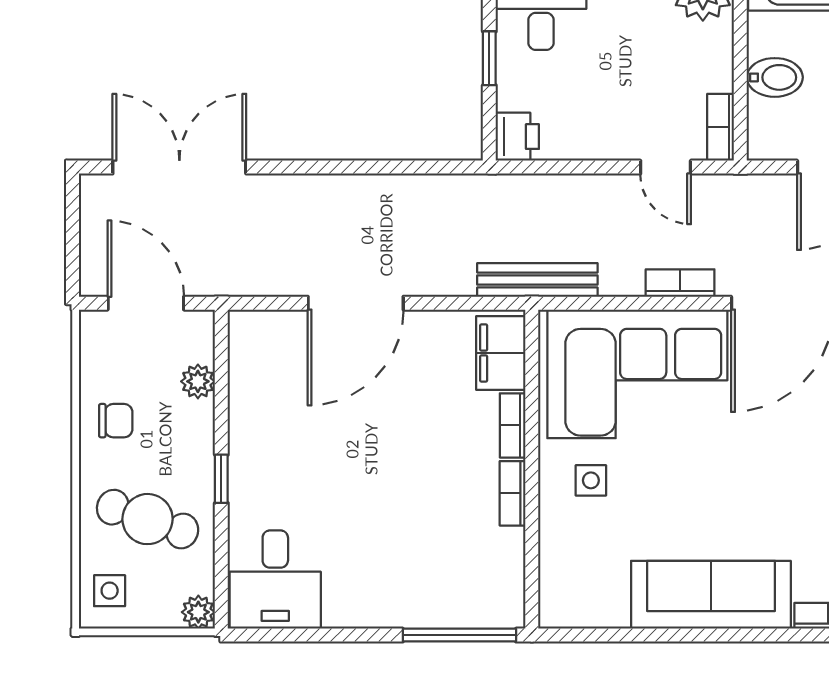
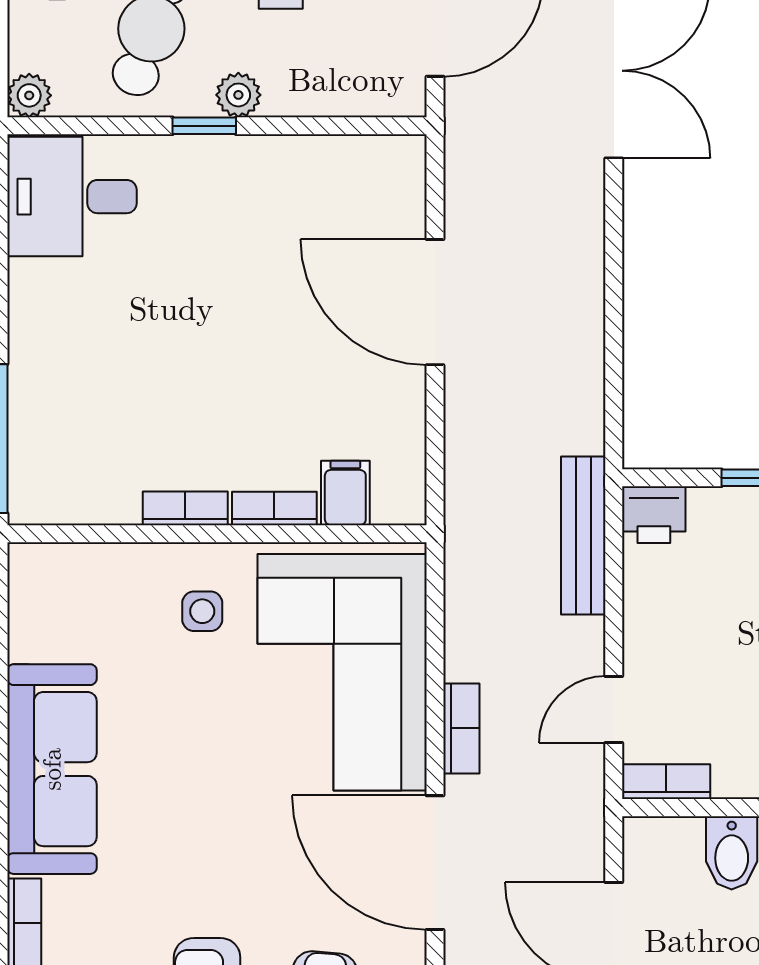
bench: (537, 280) -> (583, 536), moved
filing cabinet: (501, 353) -> (345, 493), width x0.50
plant: (198, 381) -> (238, 95), moved

